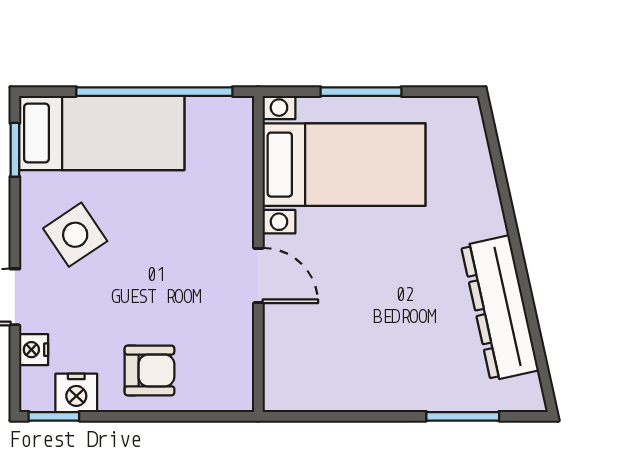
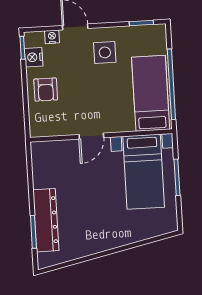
bed: (102, 133) -> (151, 93), moved, turned 180
side table: (75, 235) -> (105, 52), turned 34
dresser: (500, 308) -> (46, 220), moved, turned 102

